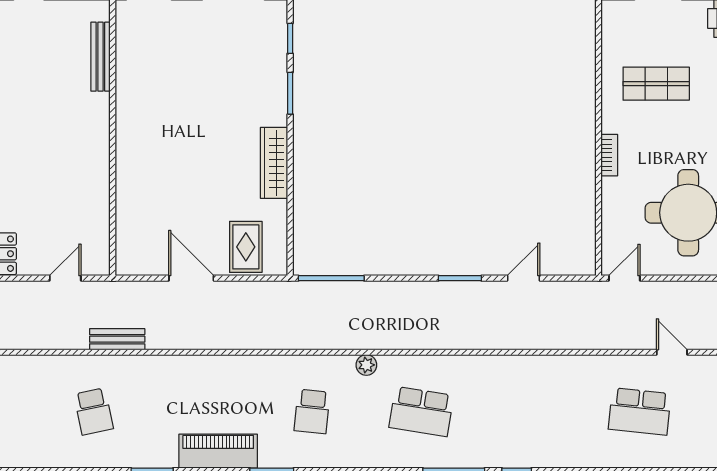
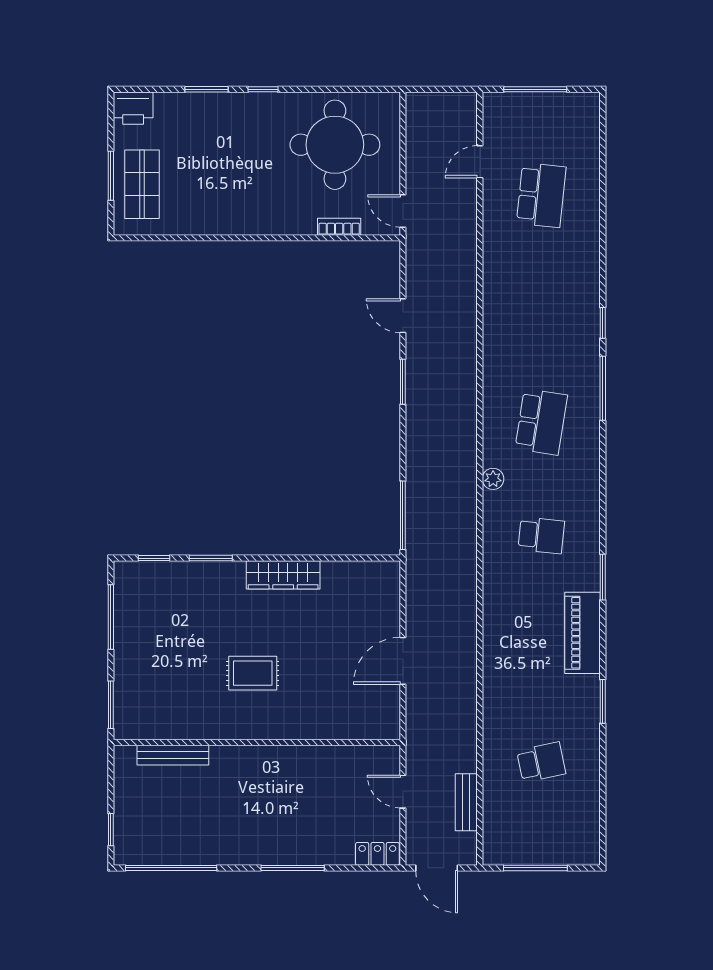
shop shelf: (656, 84) -> (142, 184), moved
bookcase: (609, 155) -> (339, 227), moved
rug: (246, 247) -> (253, 673), moved
bench: (117, 339) -> (466, 802), moved

